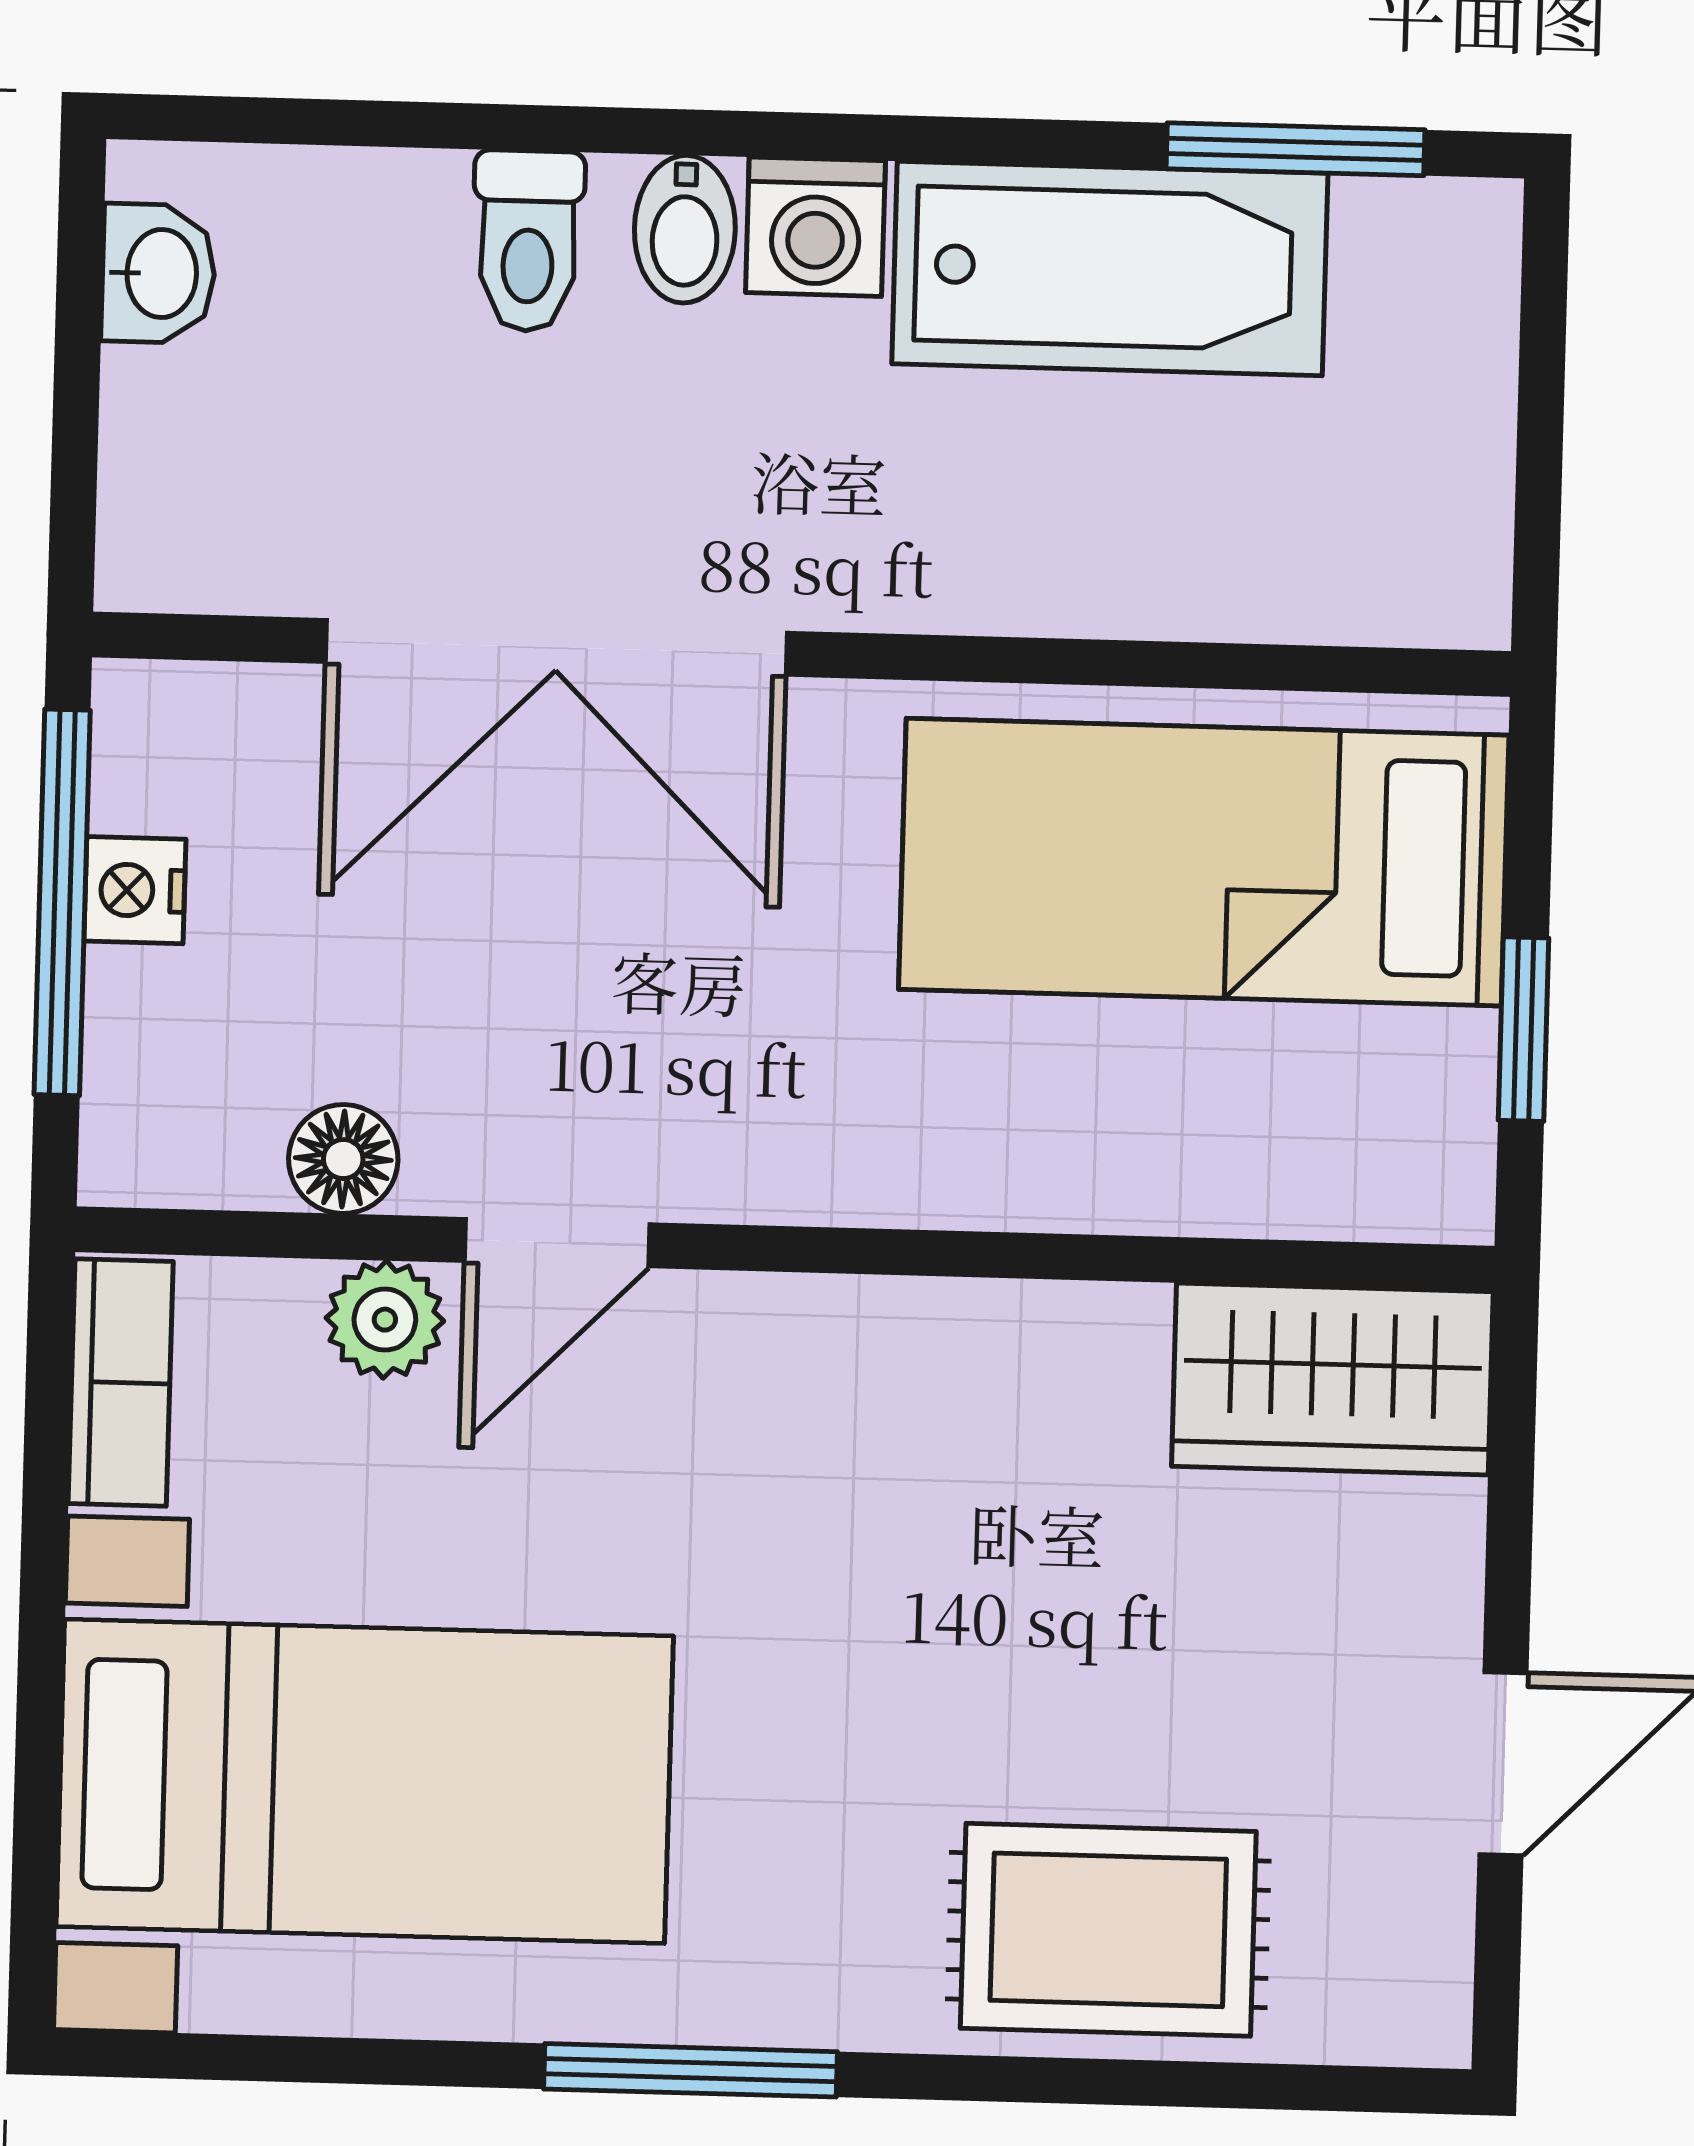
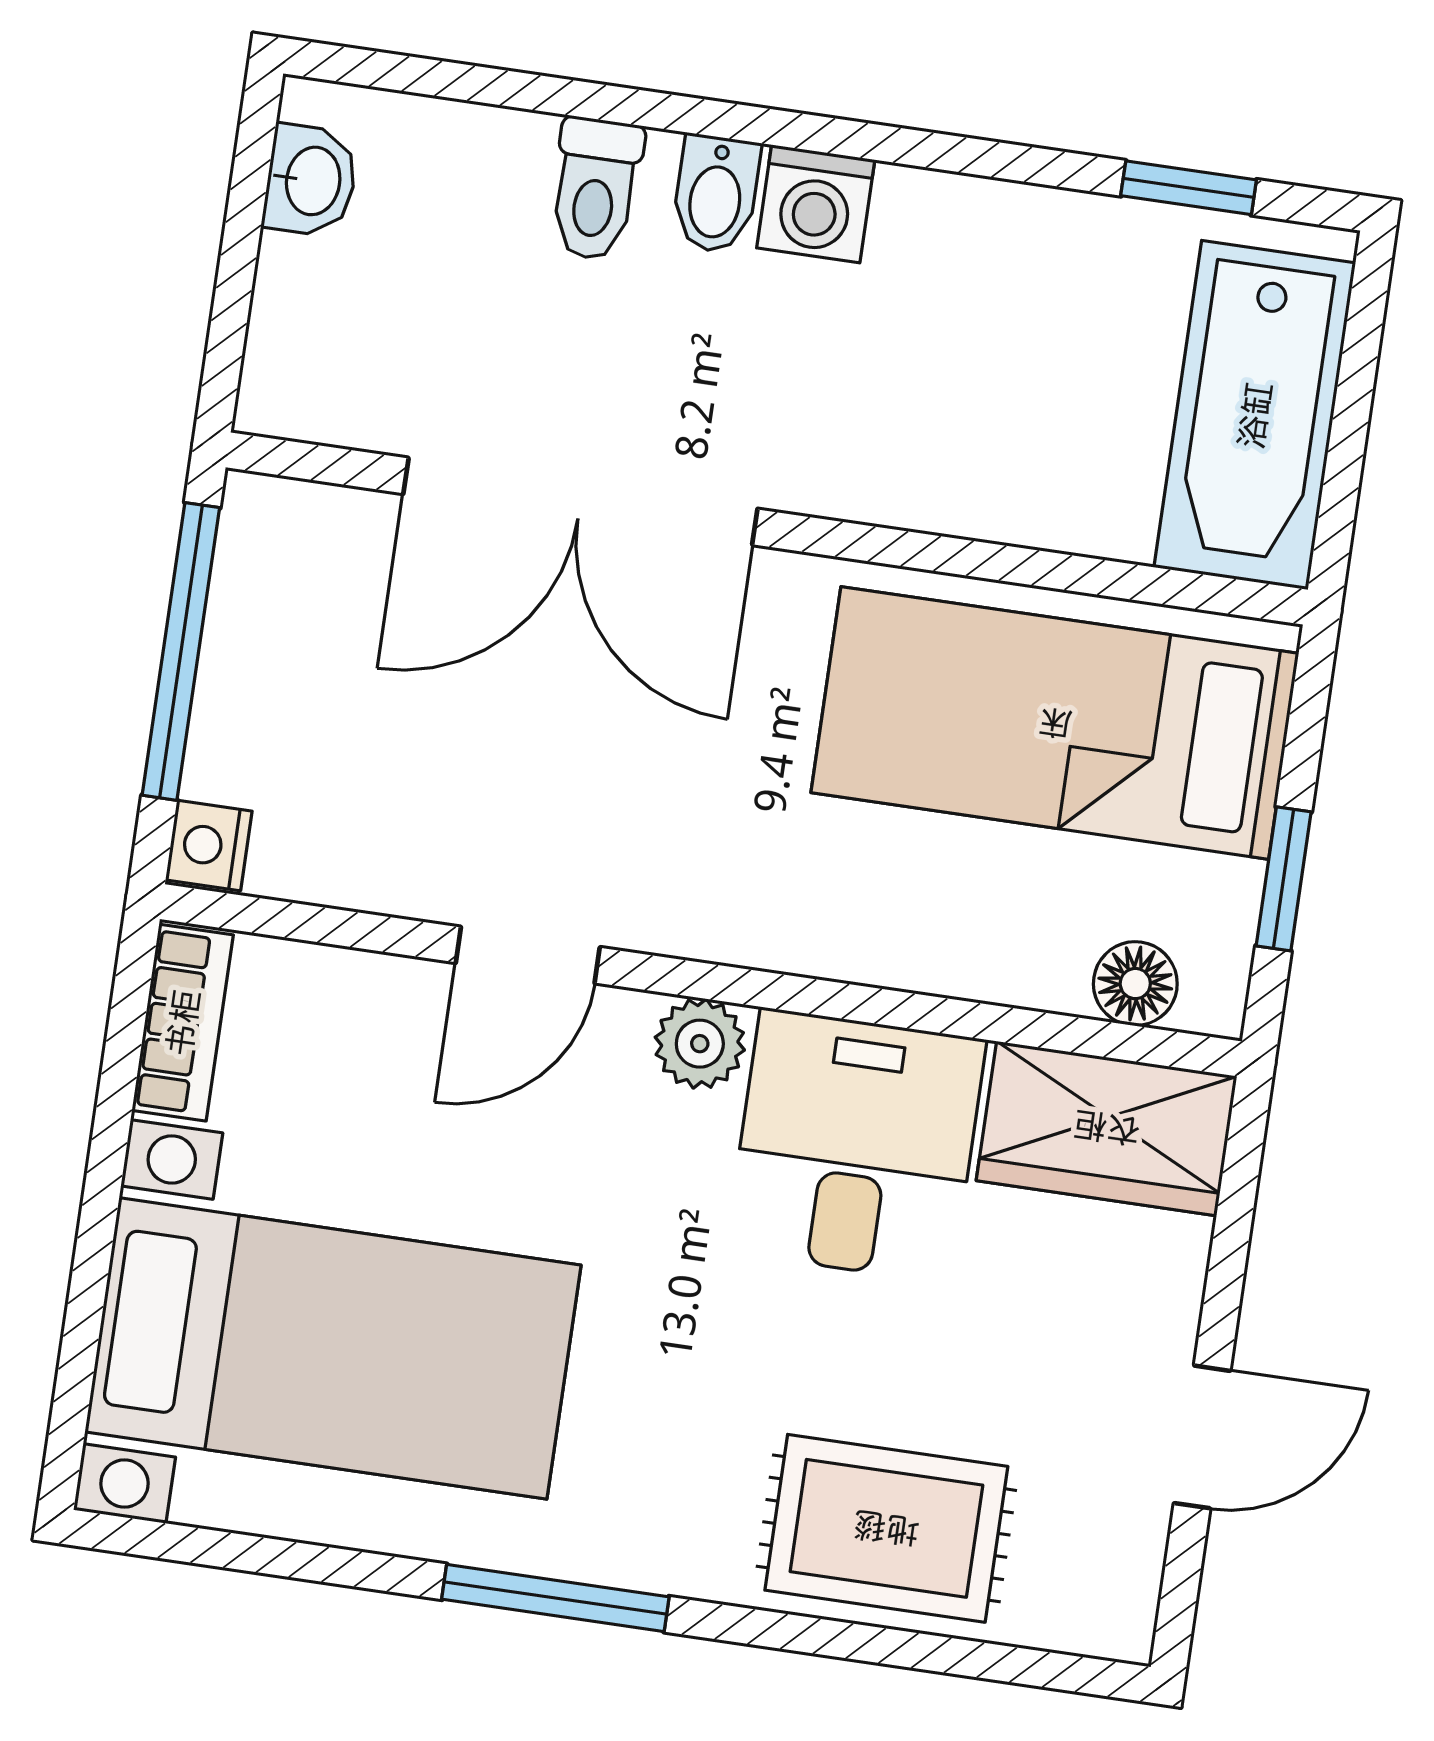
window: (1296, 149) -> (1189, 188), width x0.67
bathtub: (1110, 268) -> (1255, 415), moved, turned 90
nightstand: (135, 890) -> (209, 846), moved
floor lamp: (343, 1159) -> (1135, 984), moved
plant: (385, 1320) -> (700, 1044), moved
desk: (1011, 1439) -> (856, 1146), added

